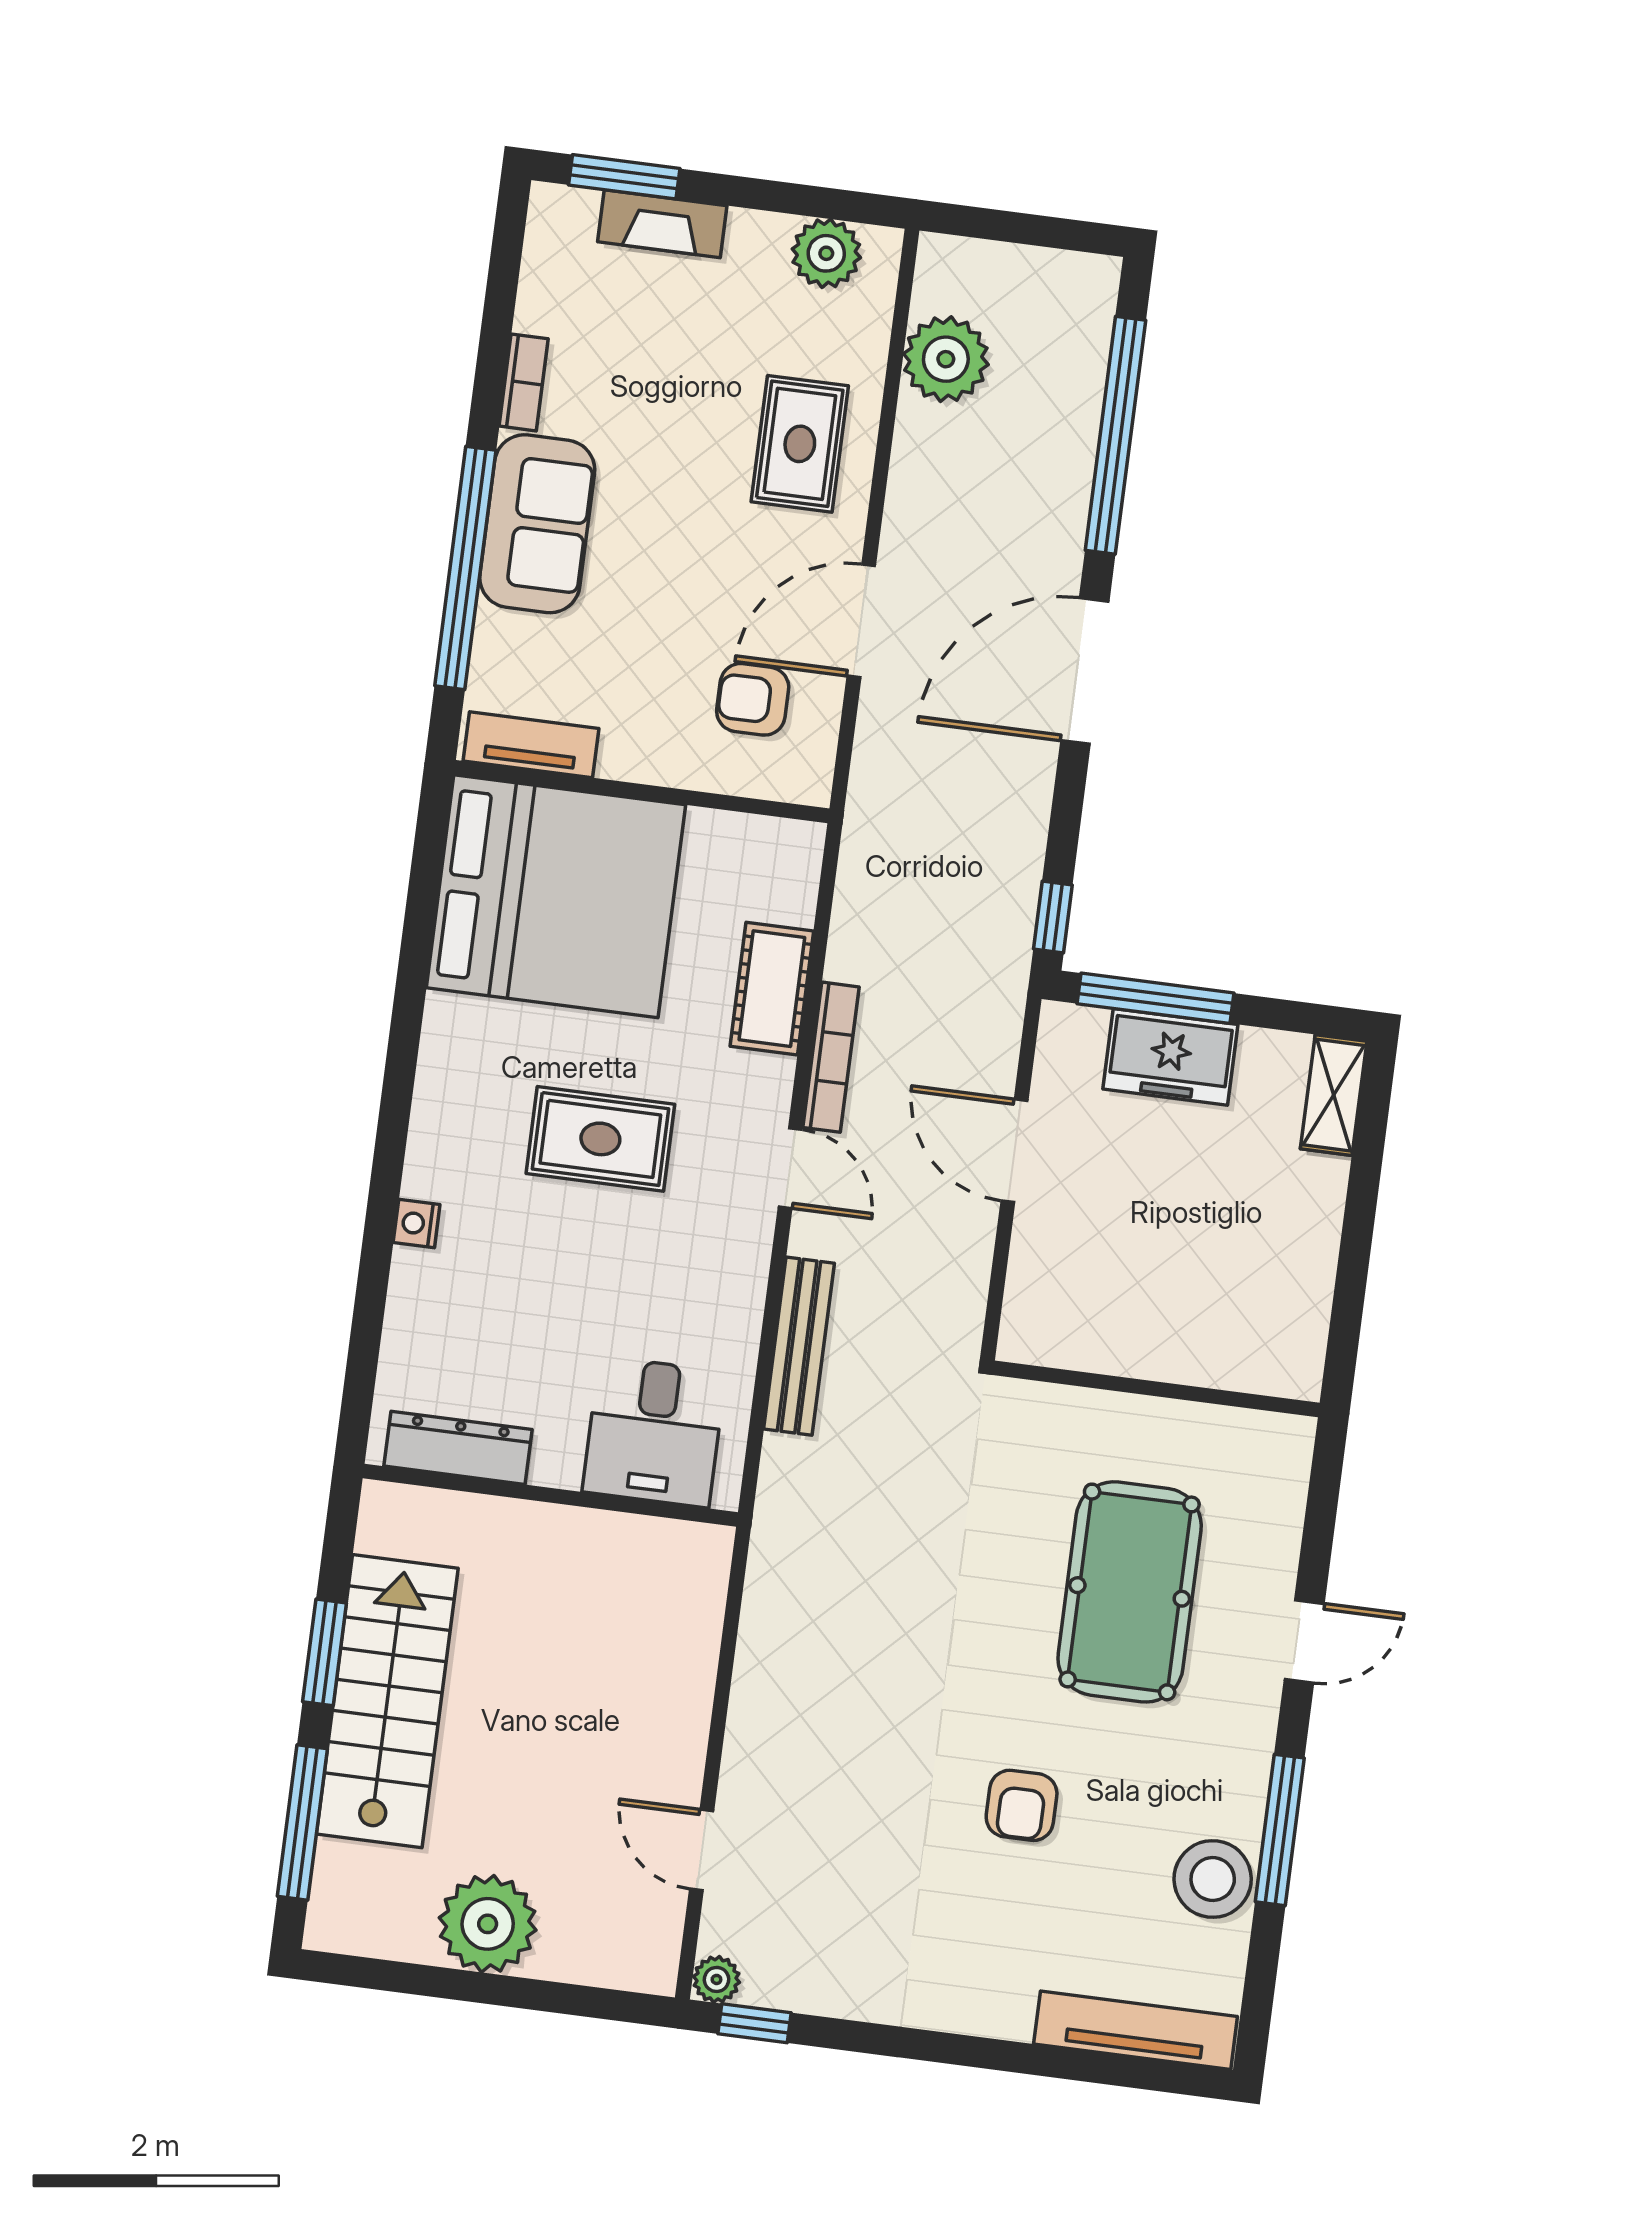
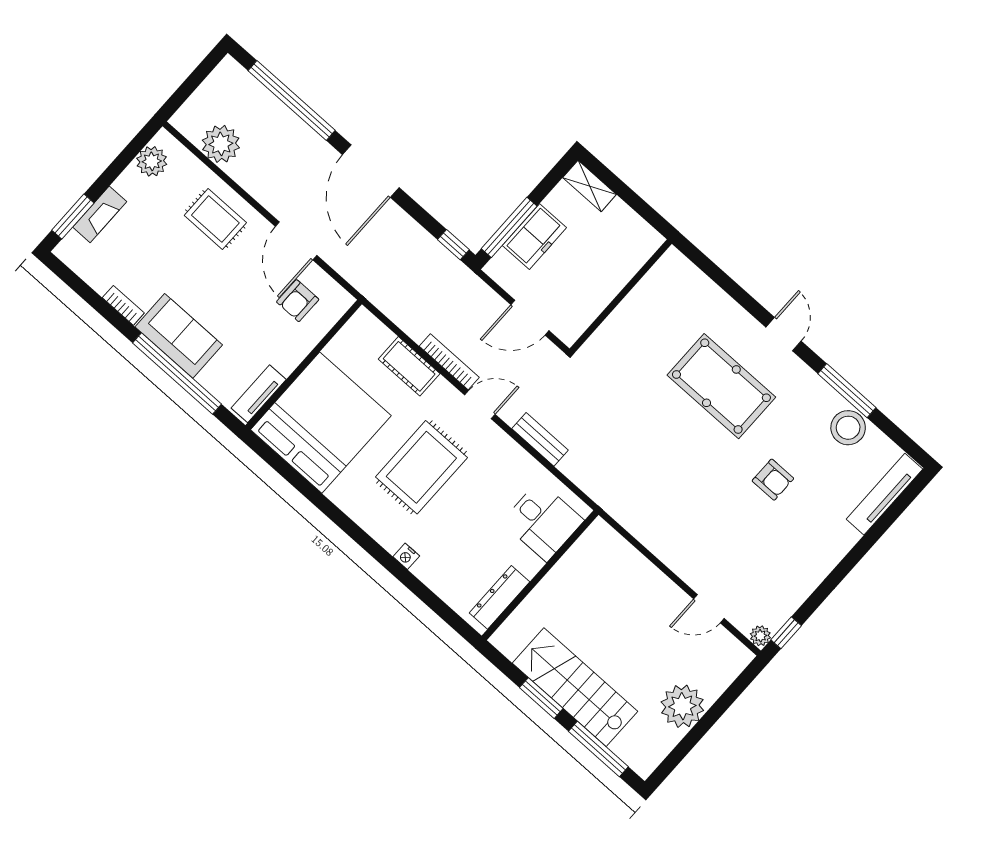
rug: (600, 1139) -> (421, 467), width x1.36, depth x1.43
bench: (799, 1346) -> (540, 439), width x0.73
wall: (1156, 1389) -> (621, 296), moved

